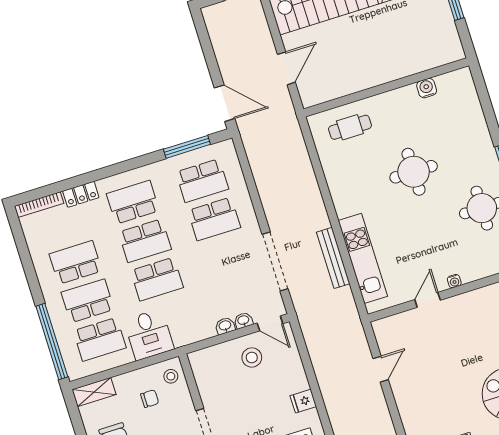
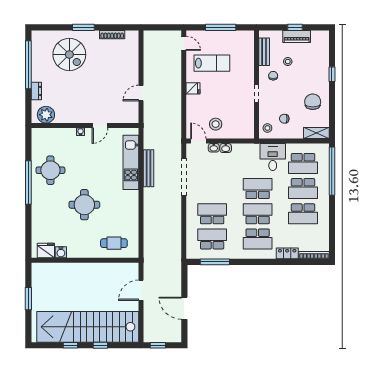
fridge: (450, 84) -> (46, 250), added
door: (224, 103) -> (184, 308), moved
school desk: (100, 339) -> (303, 163), turned 180

